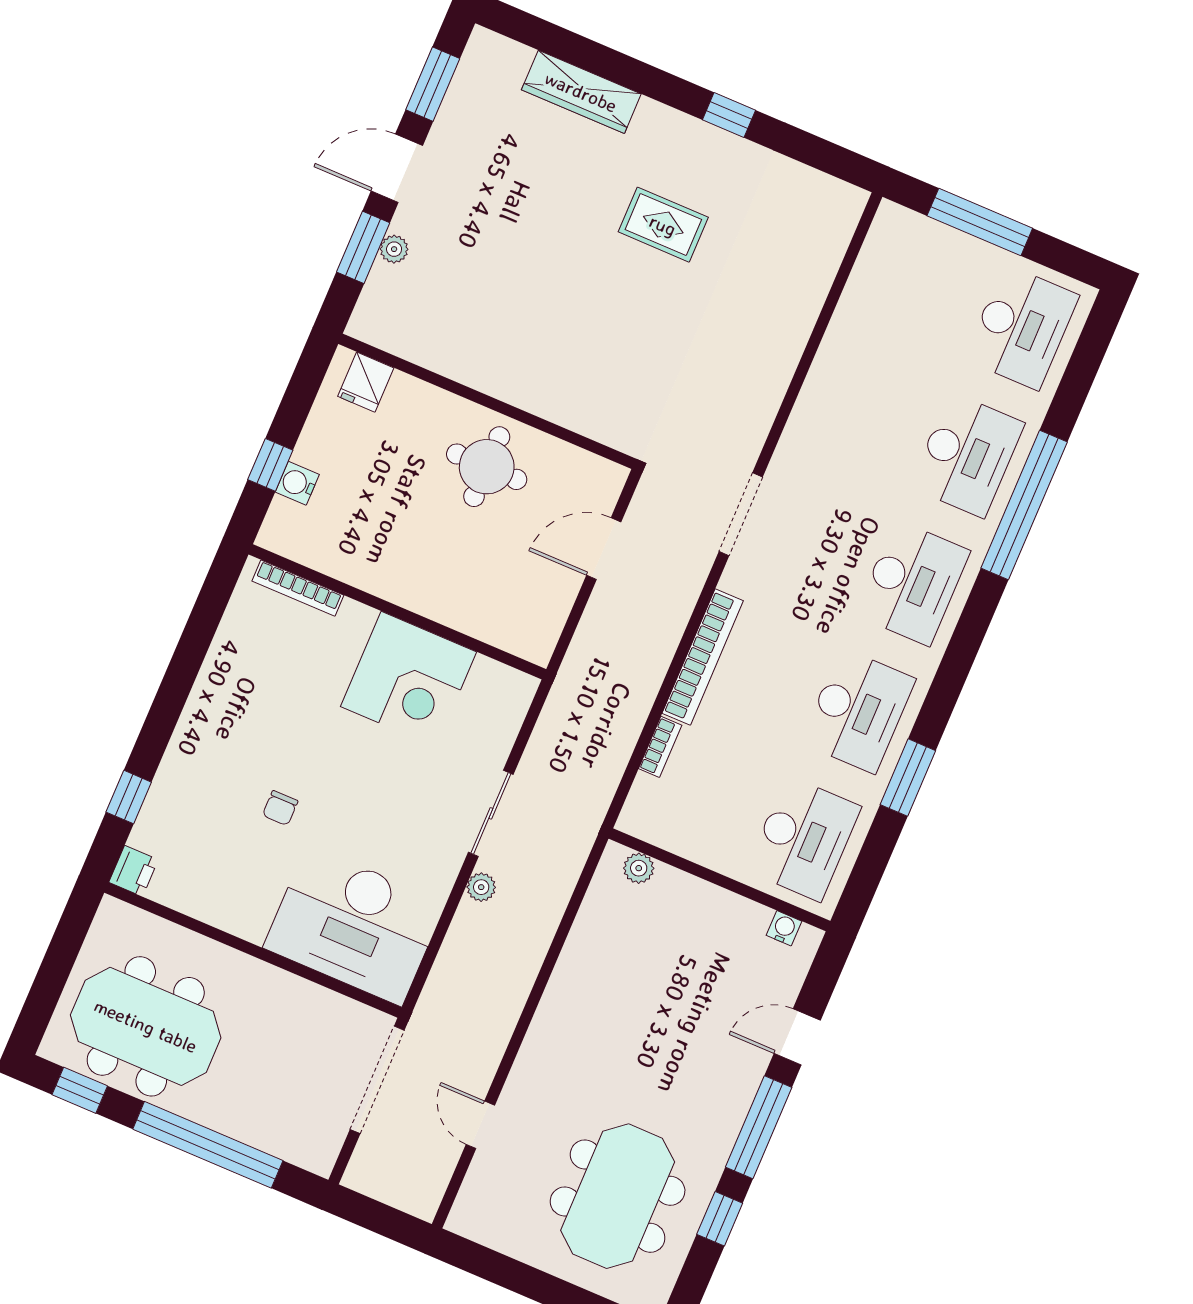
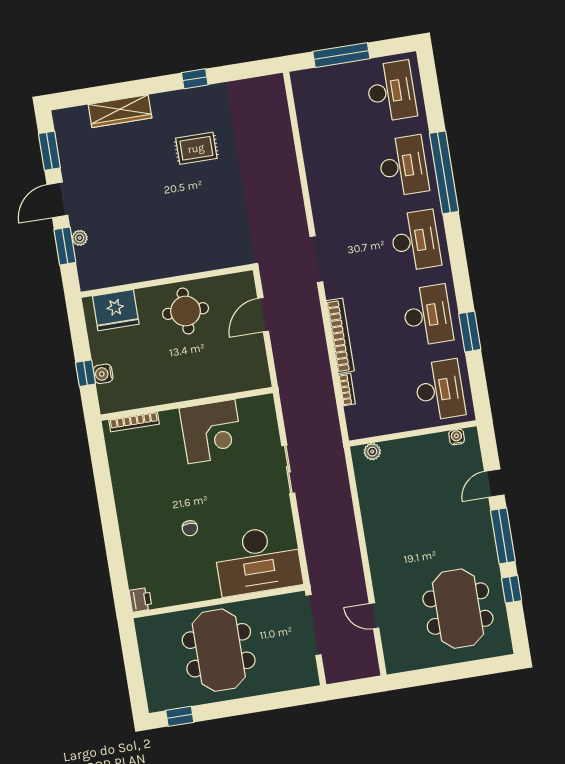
fridge: (366, 382) -> (116, 310), width x1.88, depth x1.34
window: (129, 797) -> (117, 567), removed
plant: (481, 887) -> (305, 506), removed
meeting table: (146, 1026) -> (219, 650), moved, turned 90
window: (208, 1145) -> (255, 704), removed

